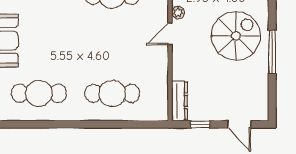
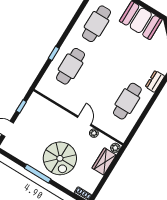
dresser: (180, 101) -> (42, 103), removed
window: (109, 124) -> (54, 53), added

